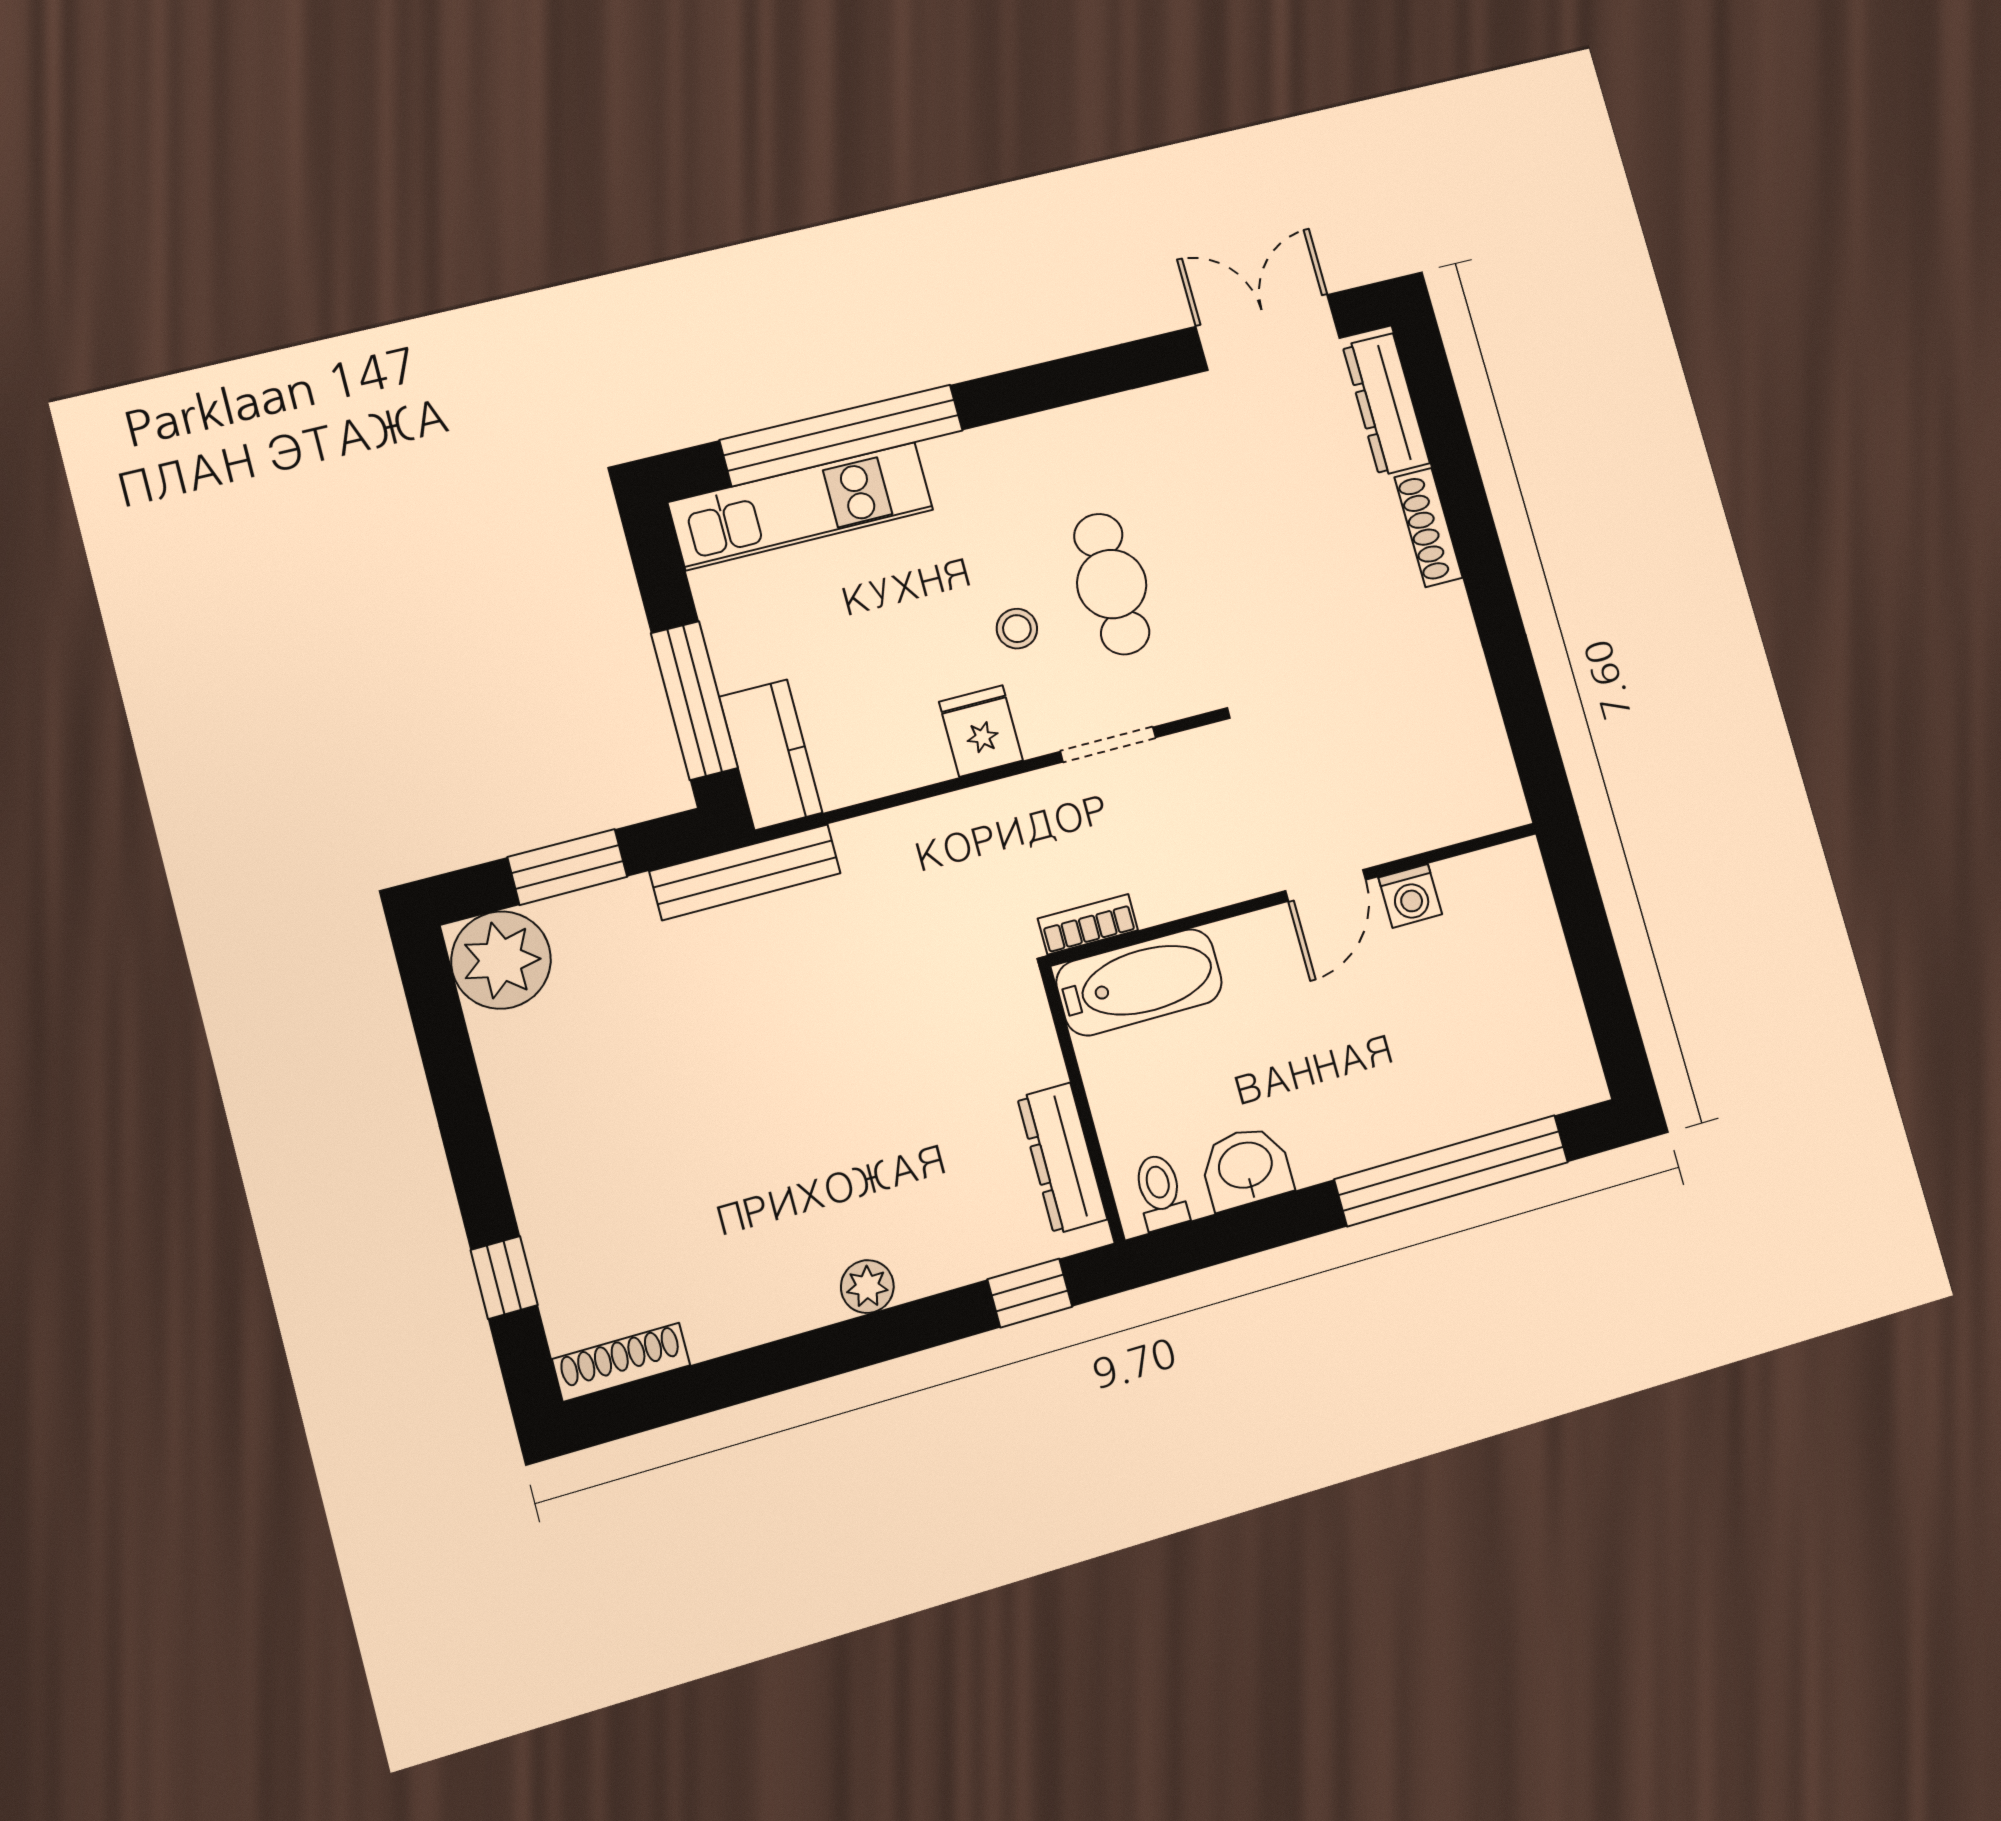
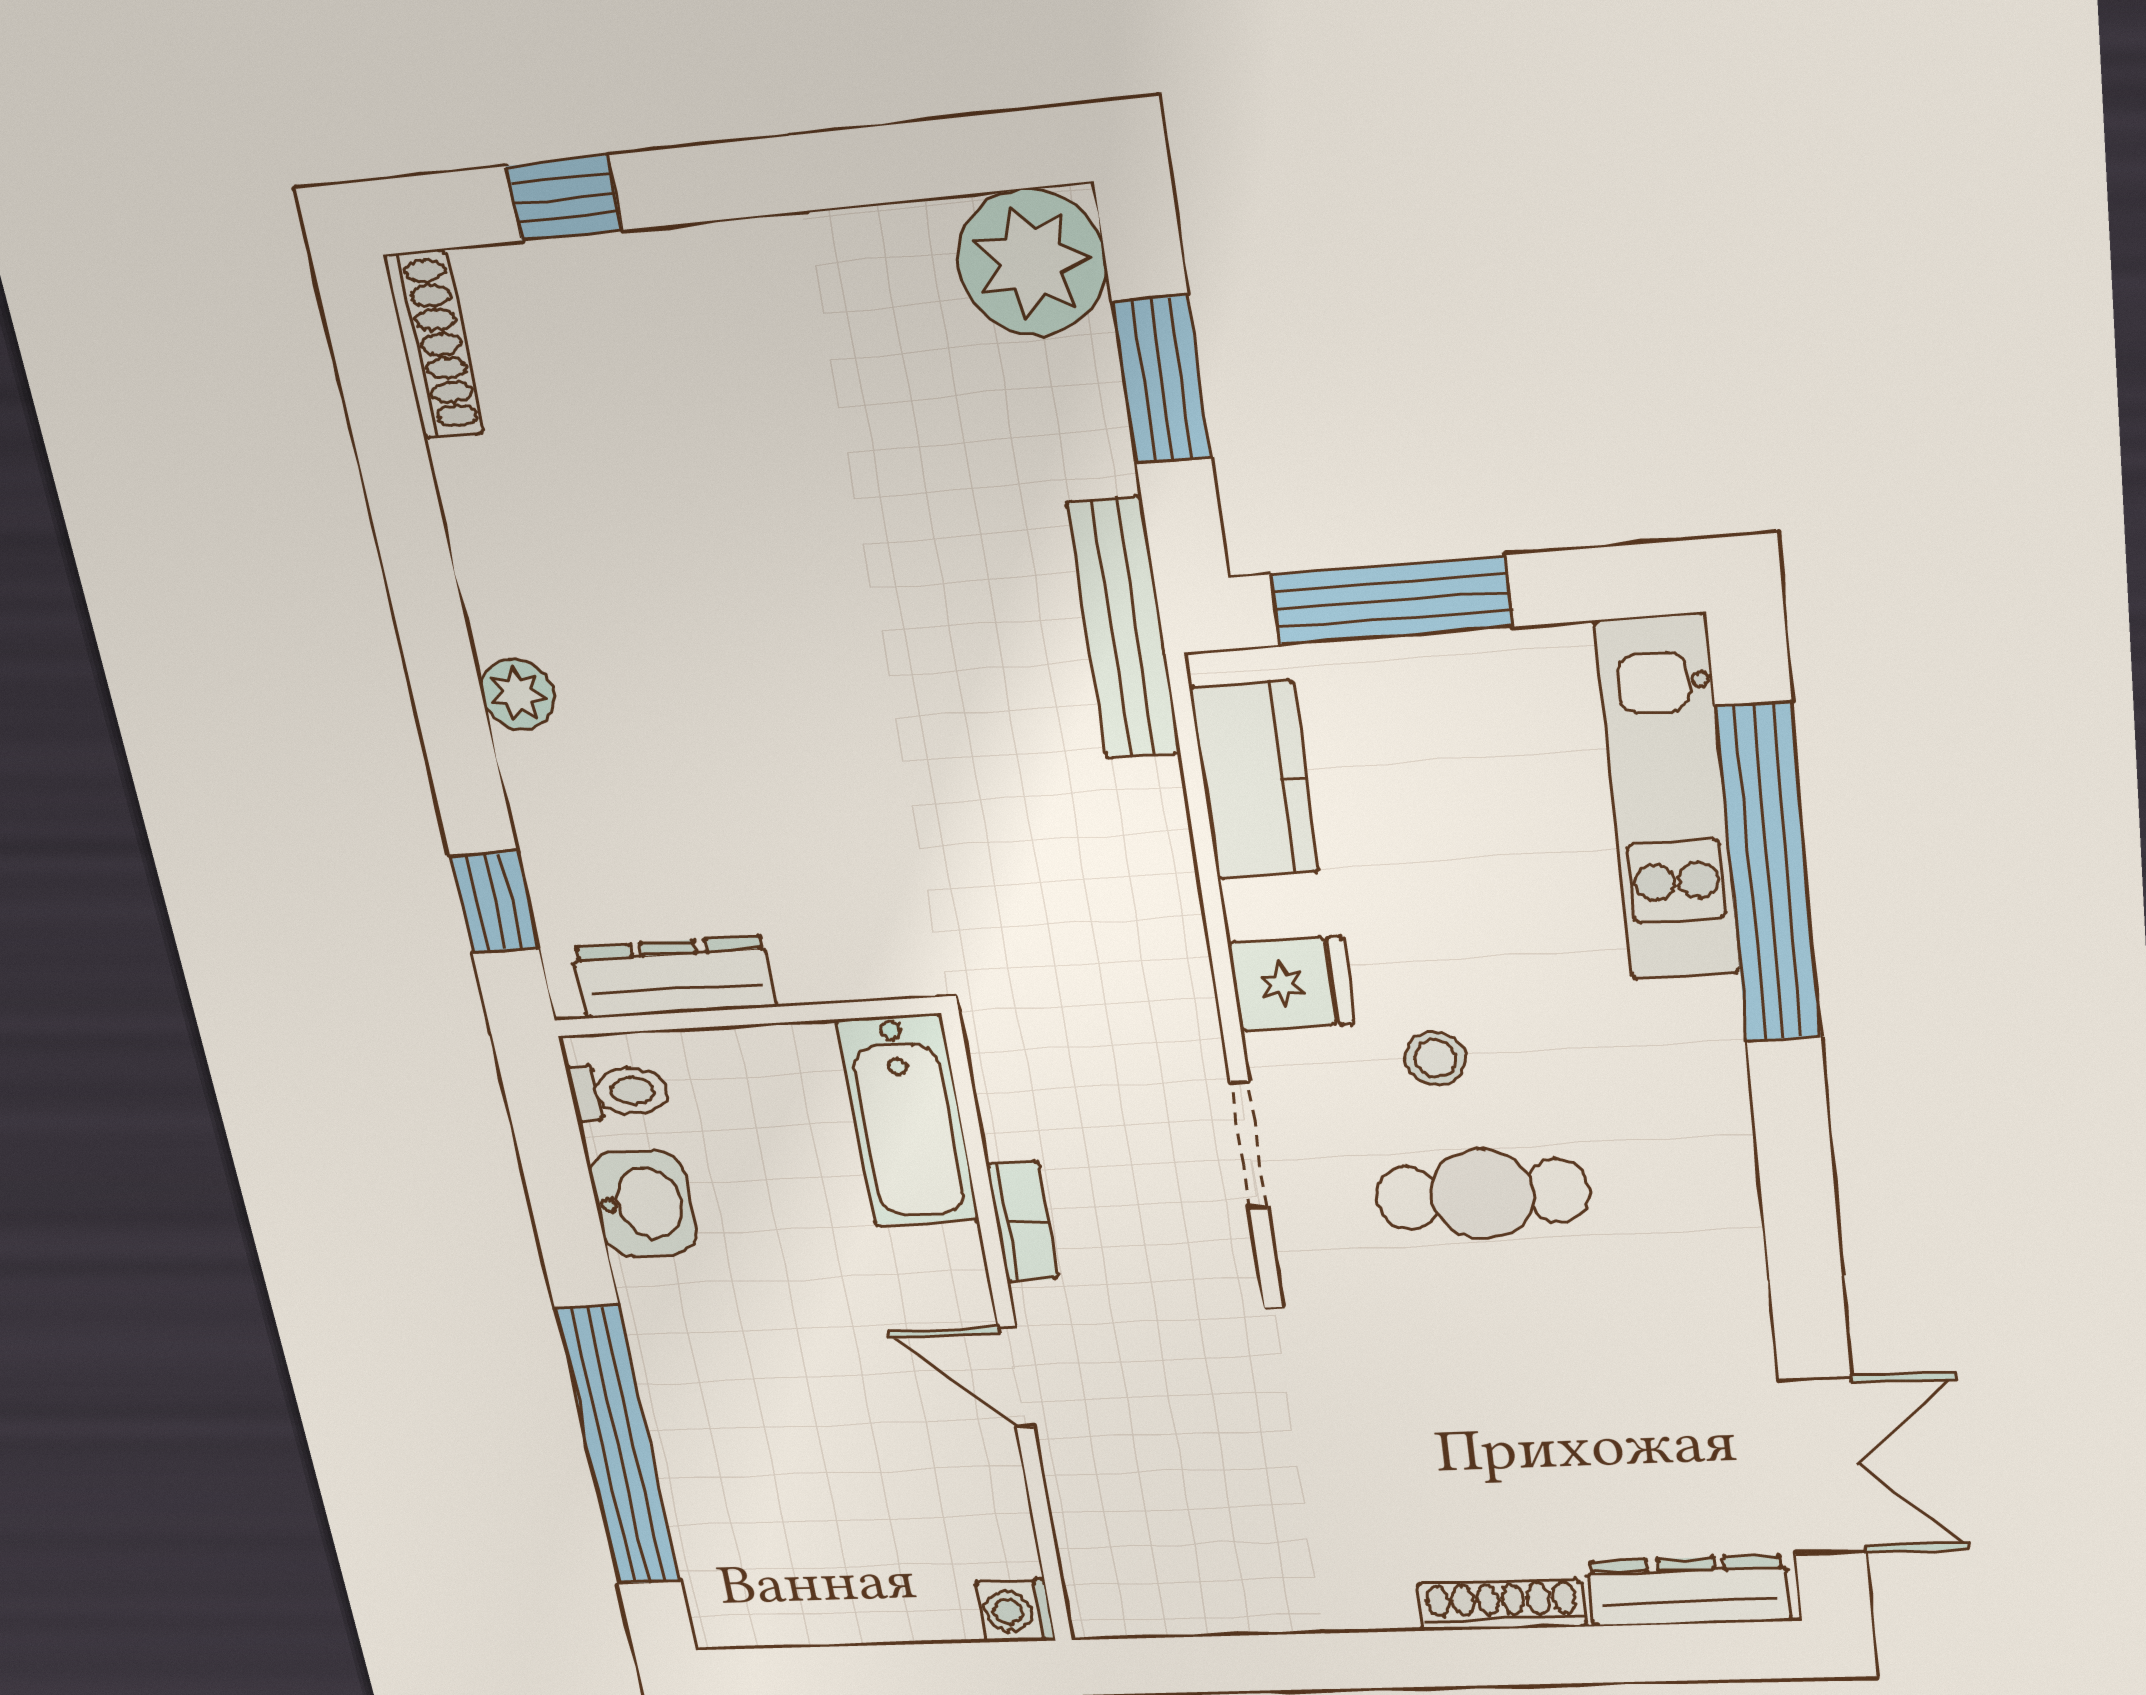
kitchen counter: (771, 755) -> (1255, 780), moved, turned -90
washing machine: (1410, 896) -> (1015, 1611), moved
bookcase: (1088, 924) -> (1022, 1222), moved

